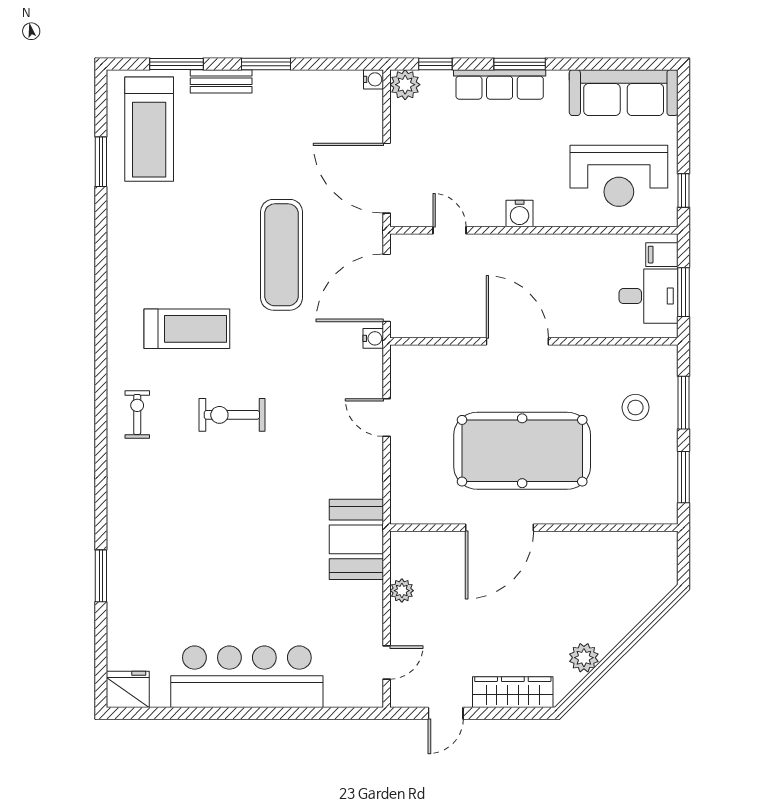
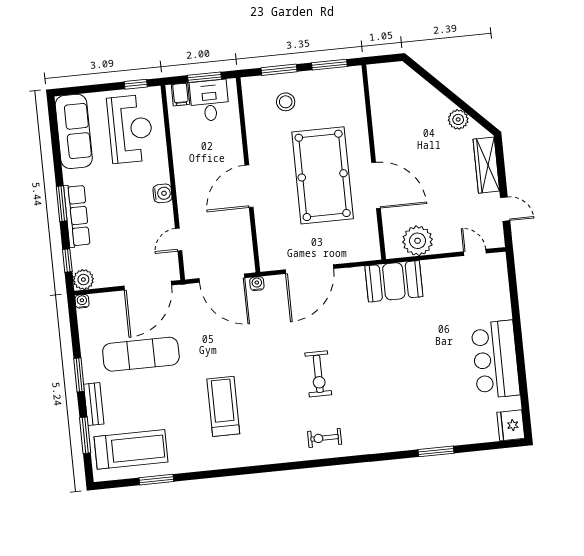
exercise mat: (281, 255) -> (141, 354), moved
treadmill: (187, 329) -> (223, 406), moved
door: (387, 418) -> (309, 269), width x1.88
plant: (402, 591) -> (418, 241), width x1.88, depth x1.88
bar counter: (247, 677) -> (496, 359), width x0.73

